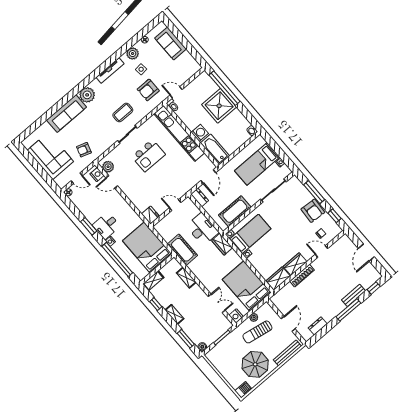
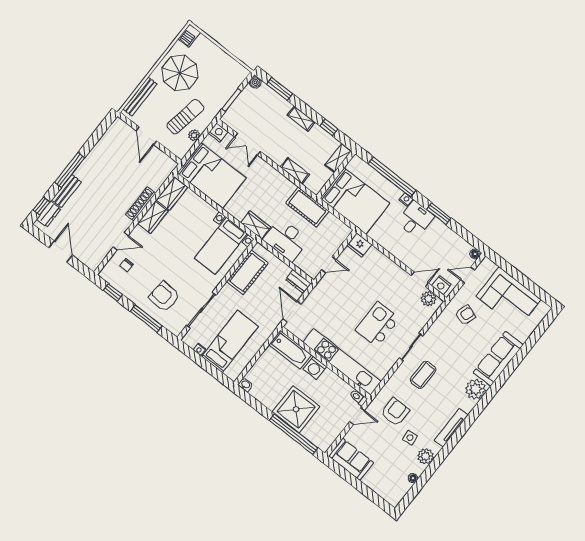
sofa: (171, 43) -> (351, 459), moved
armchair: (313, 211) -> (164, 297), moved
dresser: (318, 326) -> (49, 214), moved

